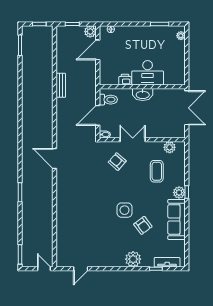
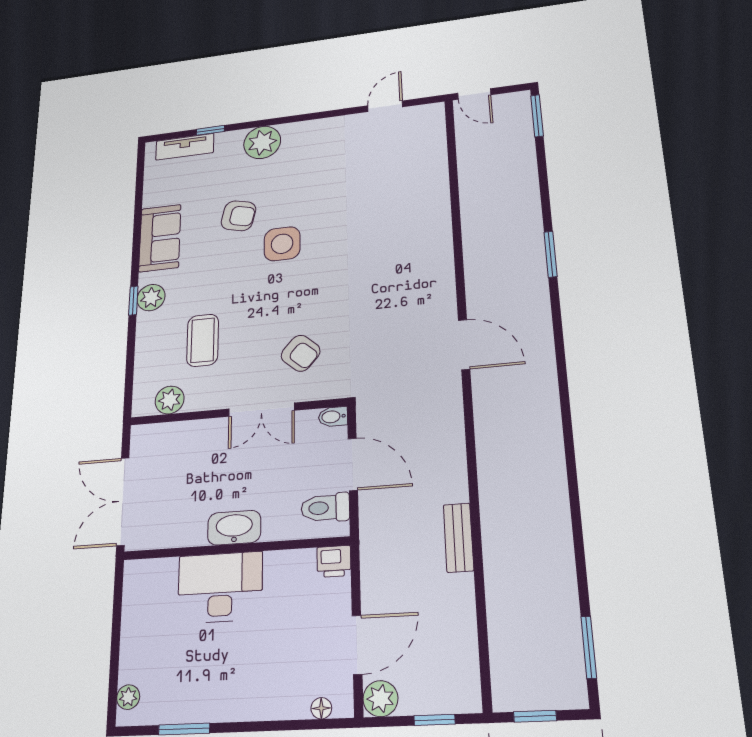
printer: (125, 80) -> (334, 561), moved
door: (98, 115) -> (353, 464), hinge flipped
sofa: (176, 219) -> (160, 238), width x0.73
armchair: (143, 225) -> (238, 216), turned 140

